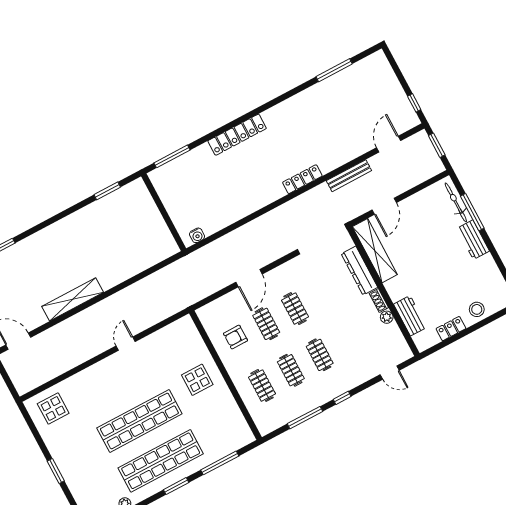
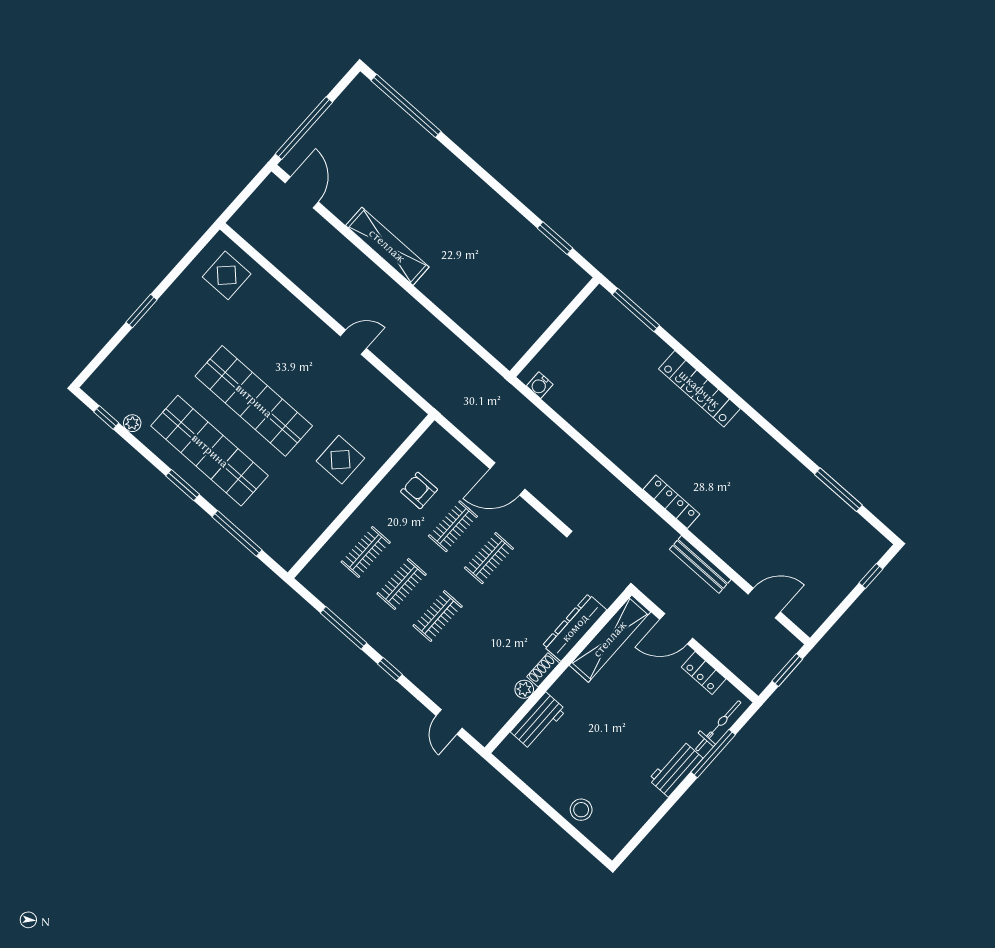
window: (414, 103) -> (871, 576), moved
locker: (451, 329) -> (704, 673), moved, turned 180

